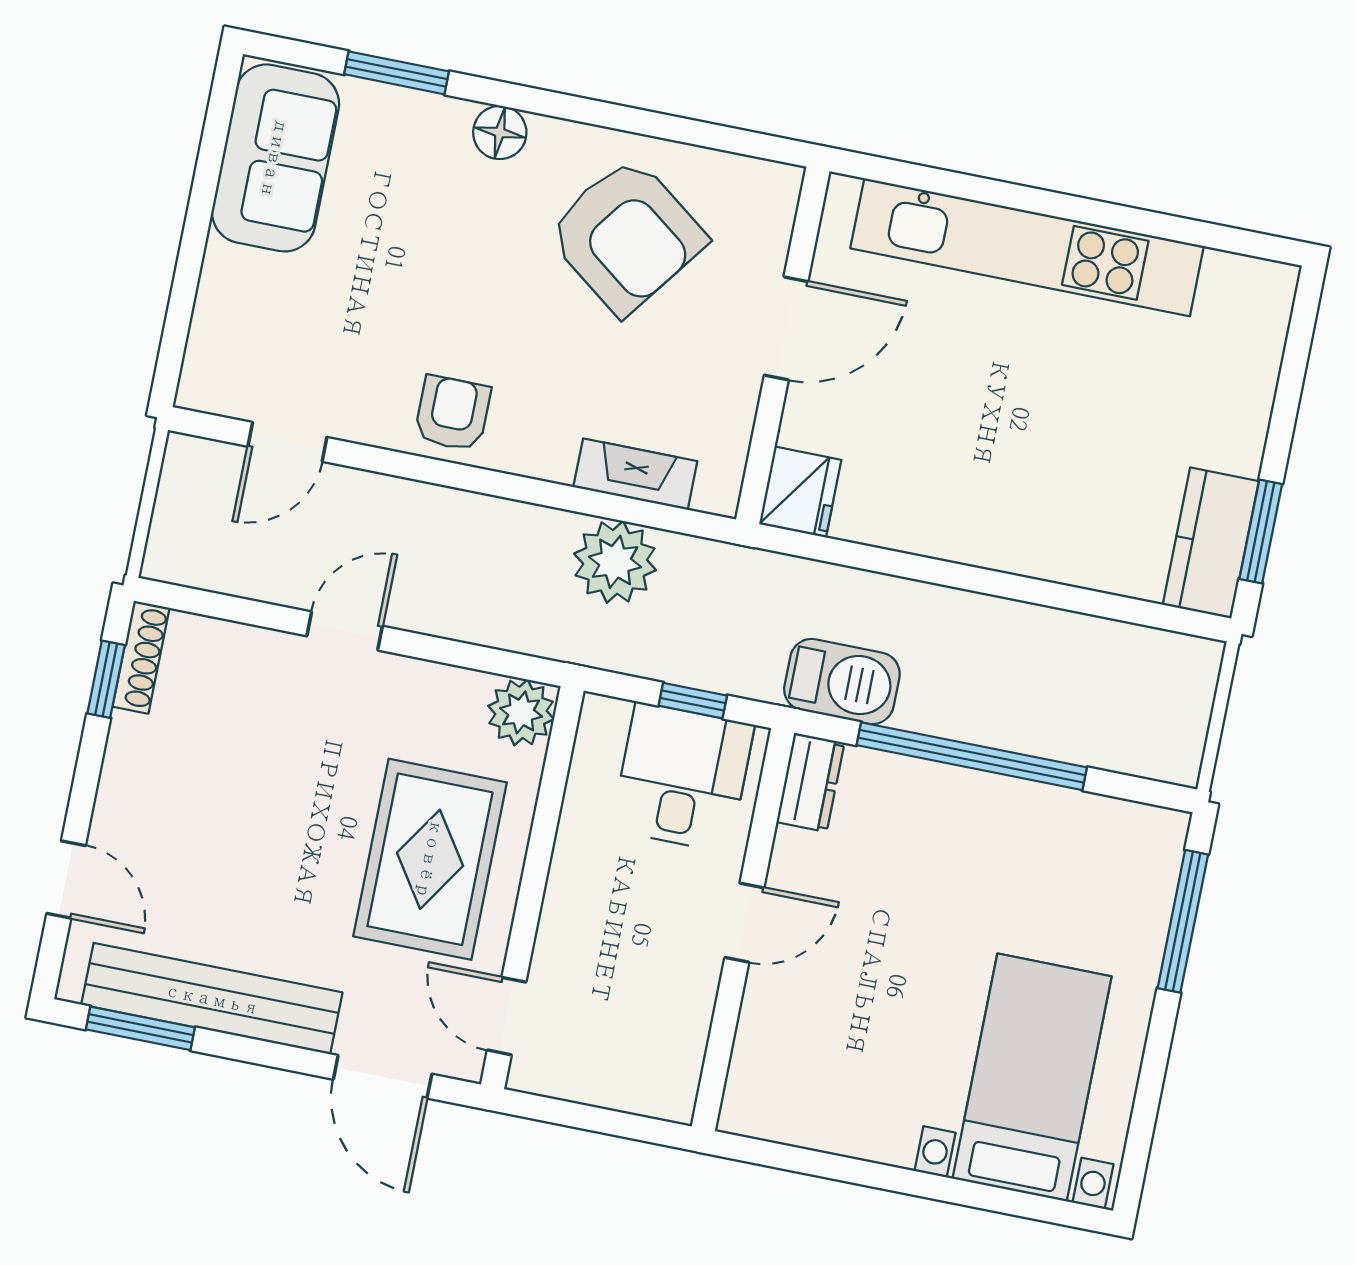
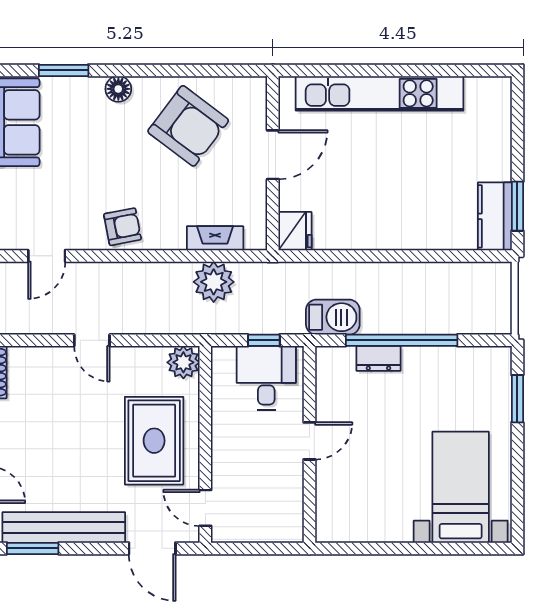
armchair: (453, 413) -> (122, 227), turned 79
door: (345, 631) -> (92, 340), swing flipped
dresser: (810, 782) -> (378, 358), moved, turned 90
window: (1183, 921) -> (517, 399), width x0.69

